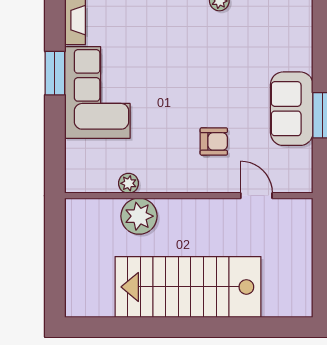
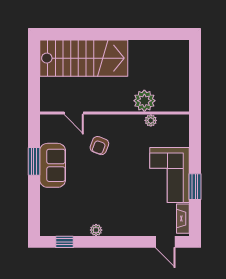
armchair: (214, 141) -> (99, 146), turned -69
stairs: (188, 287) -> (84, 58), moved

